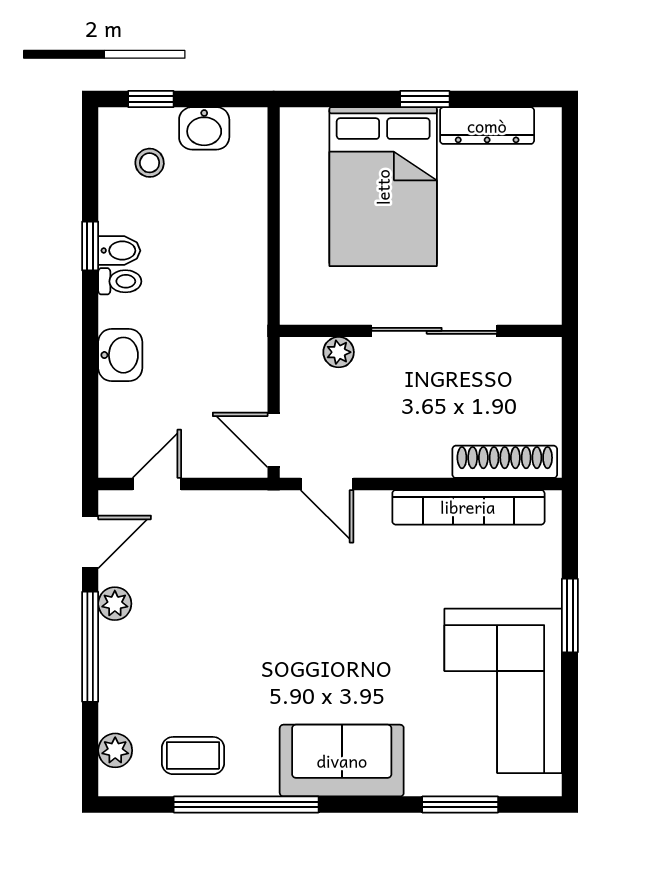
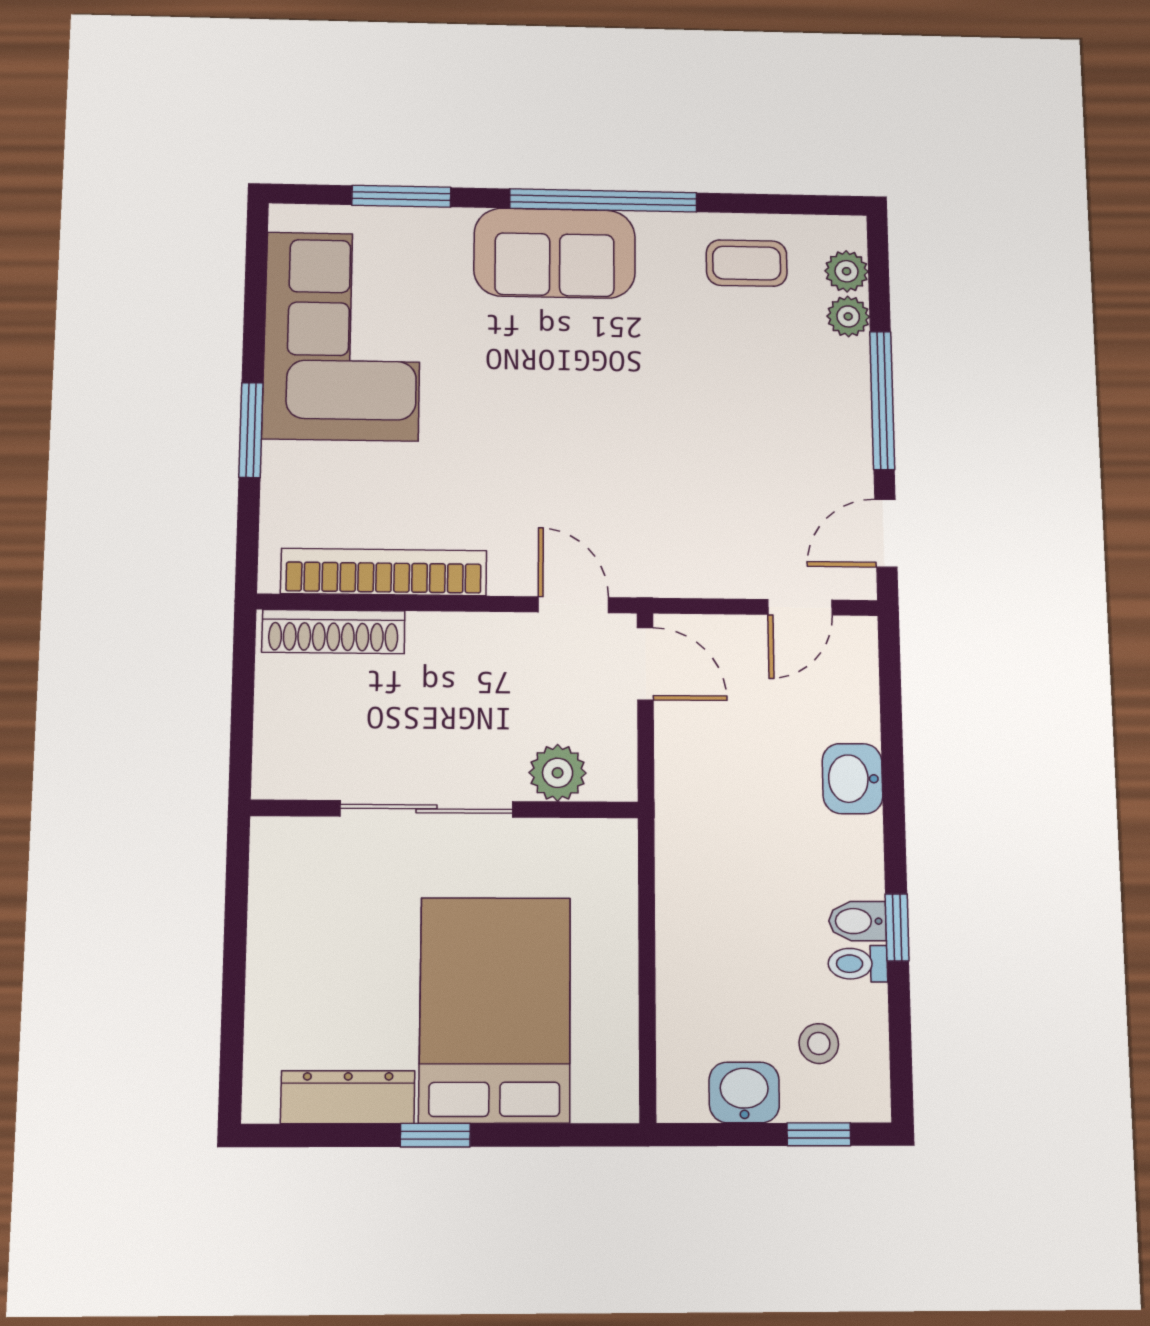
toilet: (120, 281) -> (858, 964), moved
plant: (339, 352) -> (558, 773), width x1.38, depth x1.38
plant: (115, 604) -> (848, 316), moved
window: (246, 804) -> (603, 200), moved

